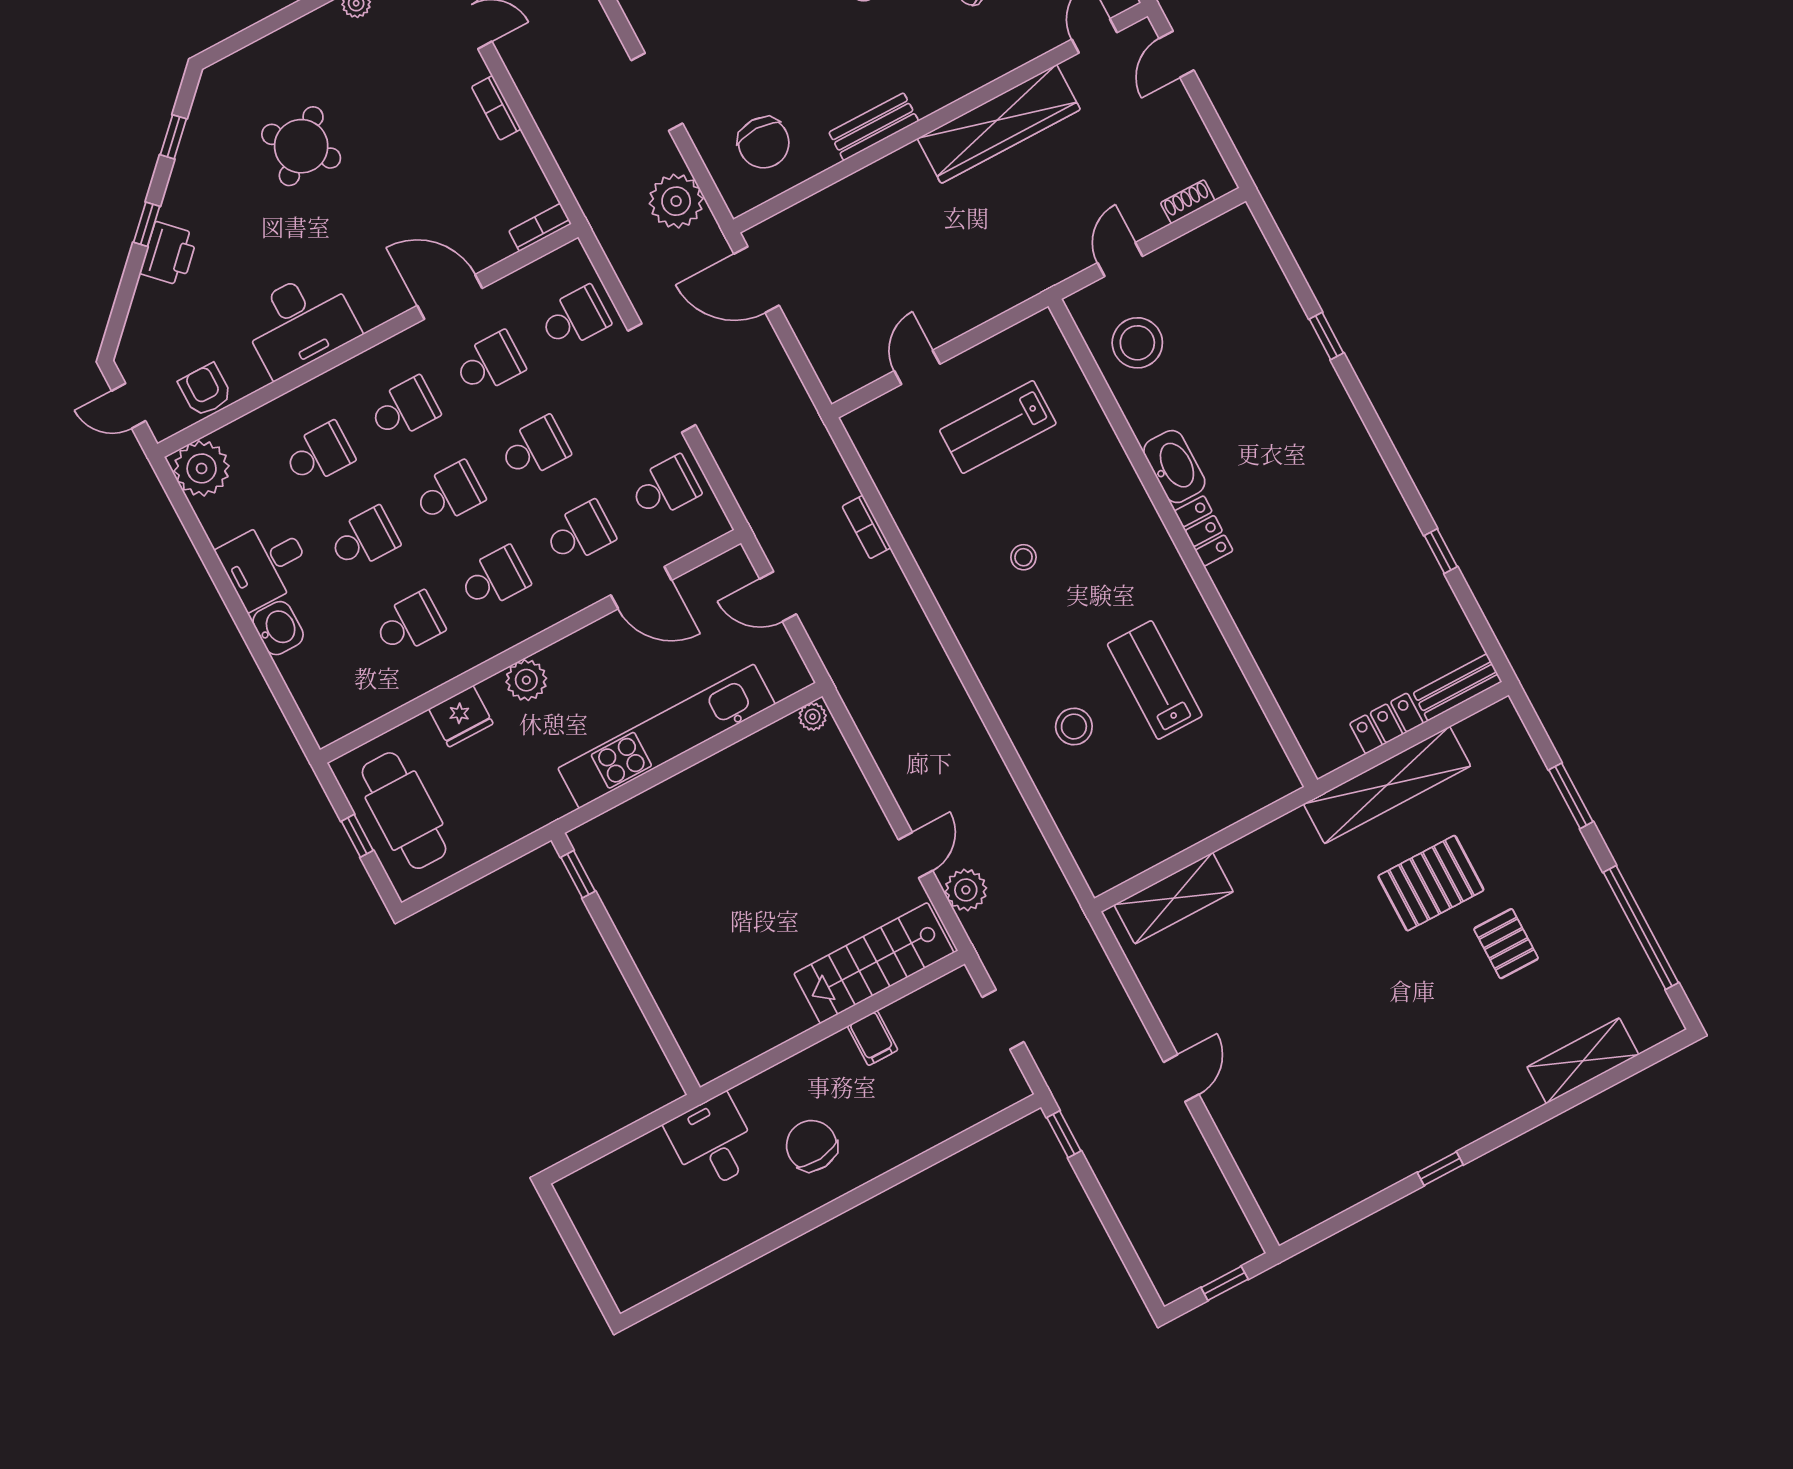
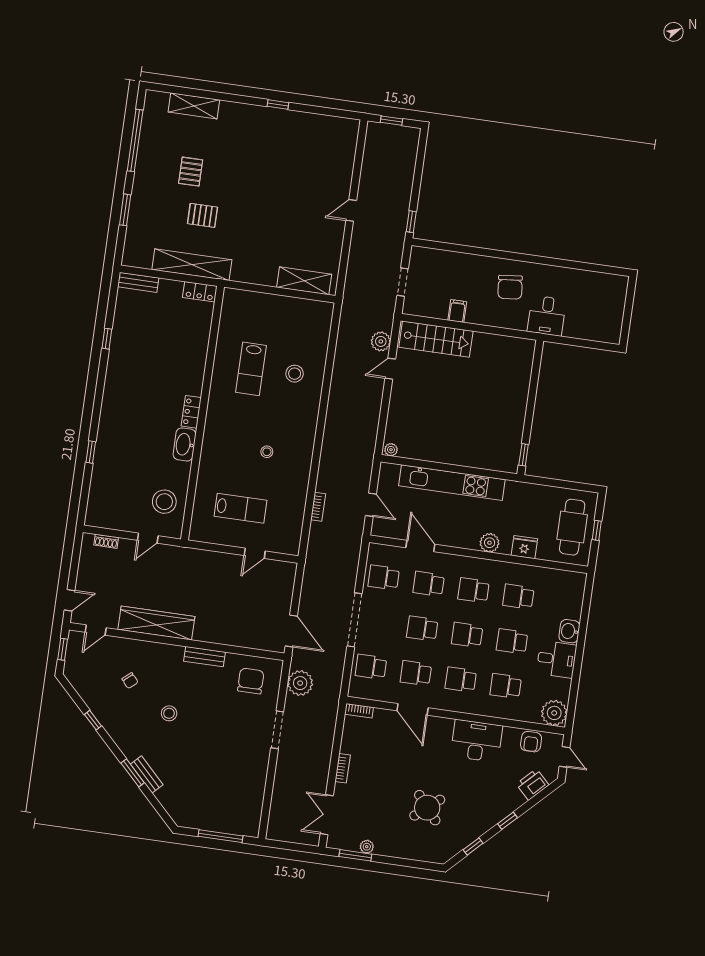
printer: (169, 254) -> (533, 784), moved
locker: (1386, 723) -> (200, 292), moved
pallet: (1431, 883) -> (202, 215), width x0.67, depth x0.71

